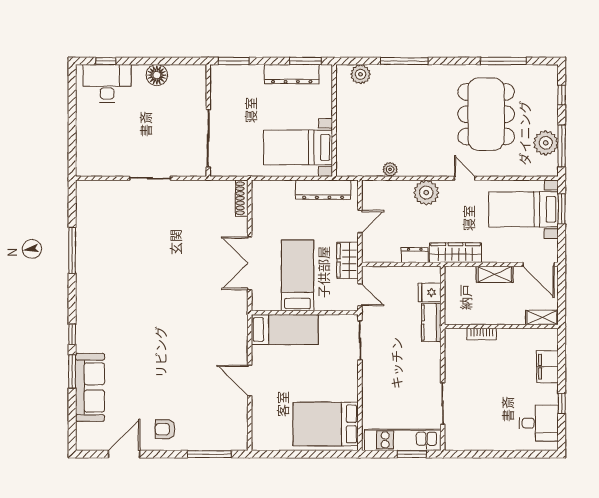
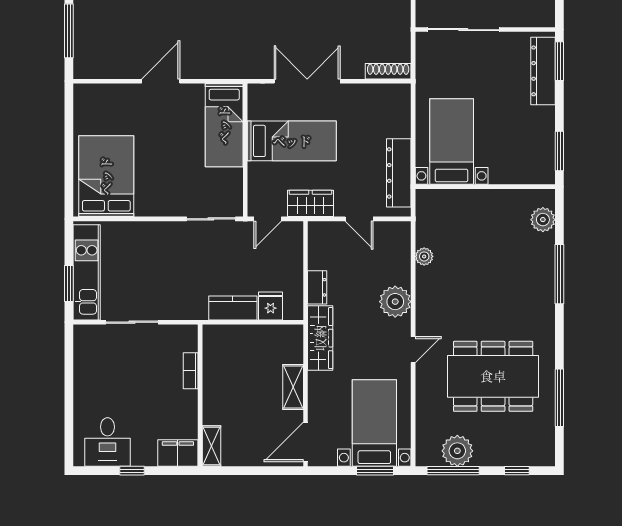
dresser: (292, 74) -> (543, 71), moved
shelving: (542, 317) -> (211, 446), moved
wall: (501, 326) -> (200, 395), moved
bookcase: (482, 334) -> (191, 371), moved

